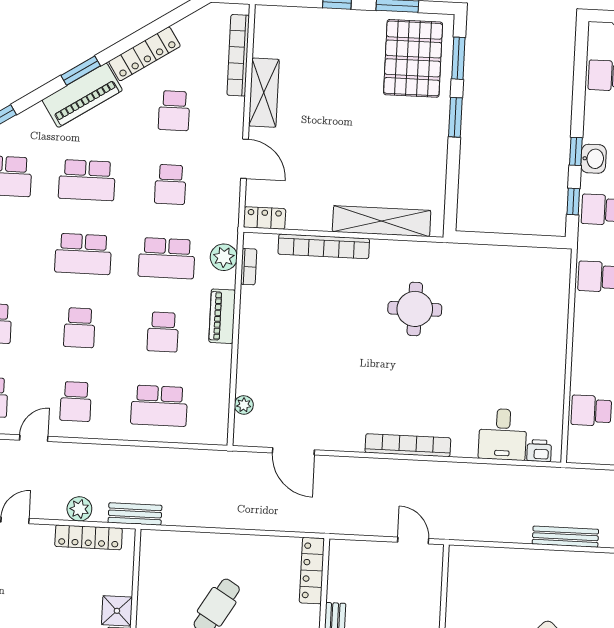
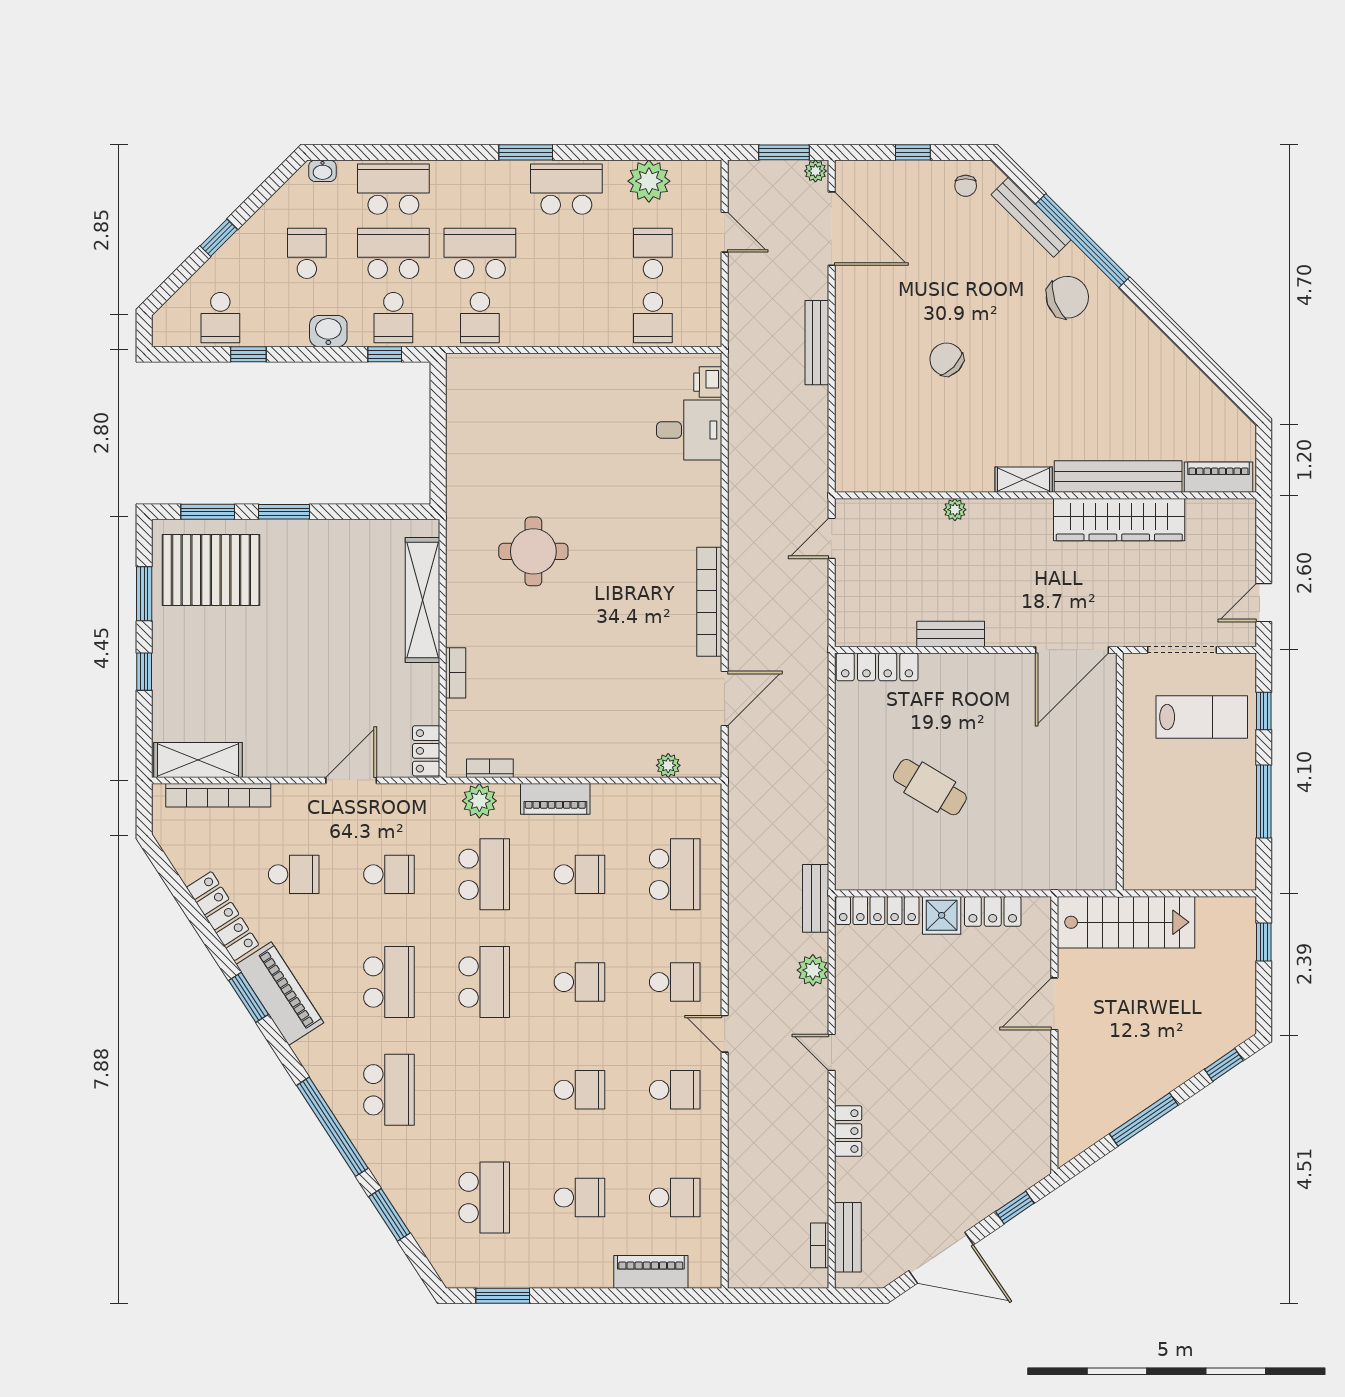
shelving: (264, 93) -> (198, 760), moved
window: (576, 151) -> (248, 354), moved
bookcase: (324, 246) -> (456, 673), width x0.43, depth x0.76
bookcase: (408, 445) -> (709, 602), moved
locker: (89, 537) -> (877, 911), moved, turned 90

